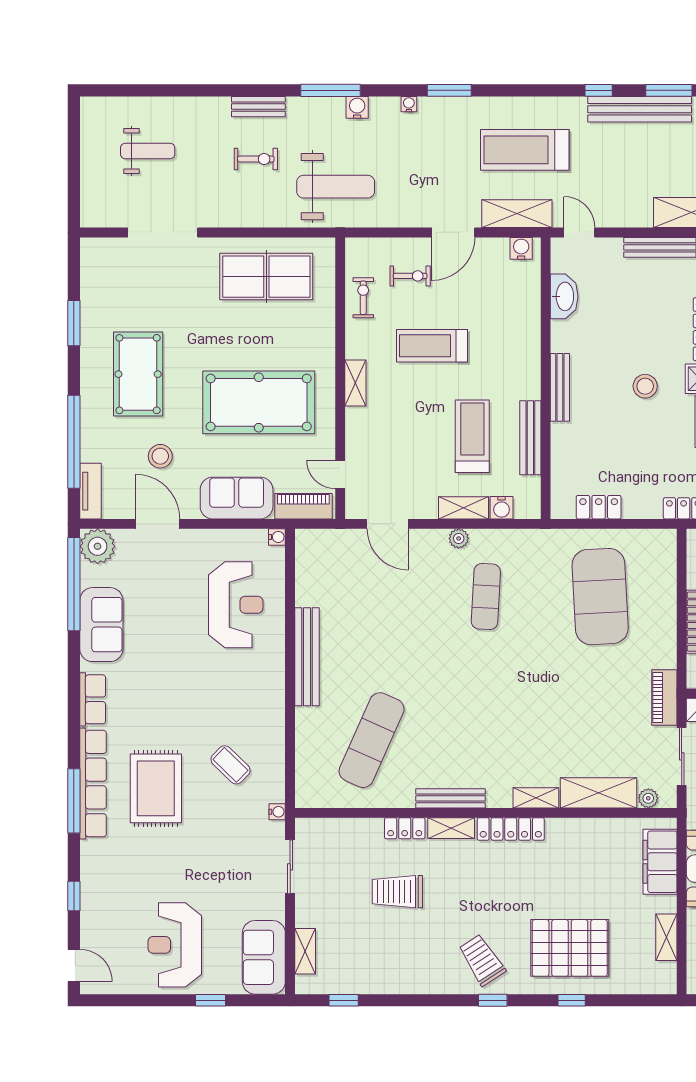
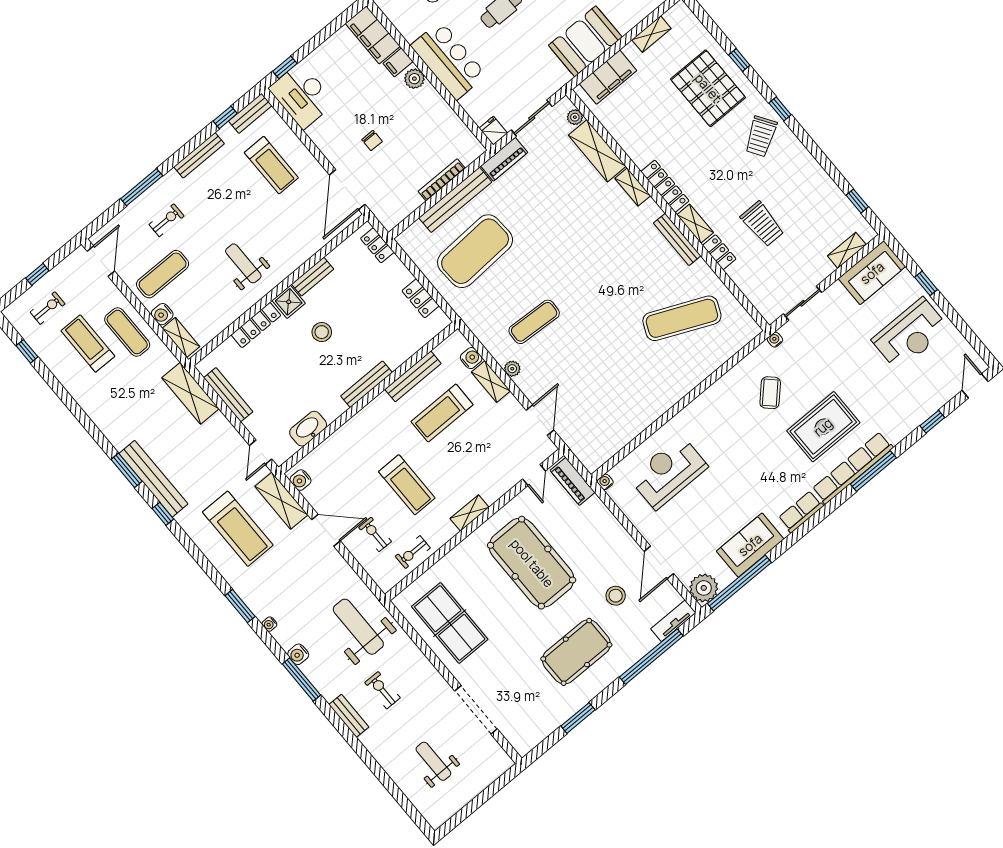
sofa: (237, 498) -> (602, 527), removed
bench: (307, 657) -> (455, 200), moved

